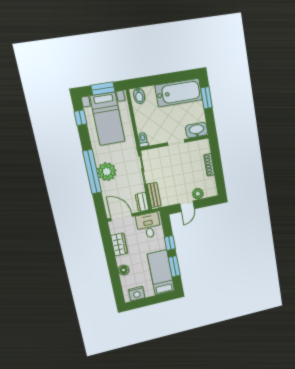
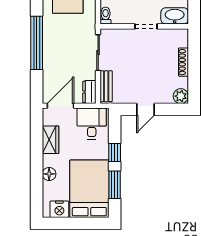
plant: (107, 172) -> (54, 46), removed
plant: (198, 194) -> (181, 96), moved
door: (122, 217) -> (60, 106), hinge flipped
bed: (161, 272) -> (89, 189), width x1.50

